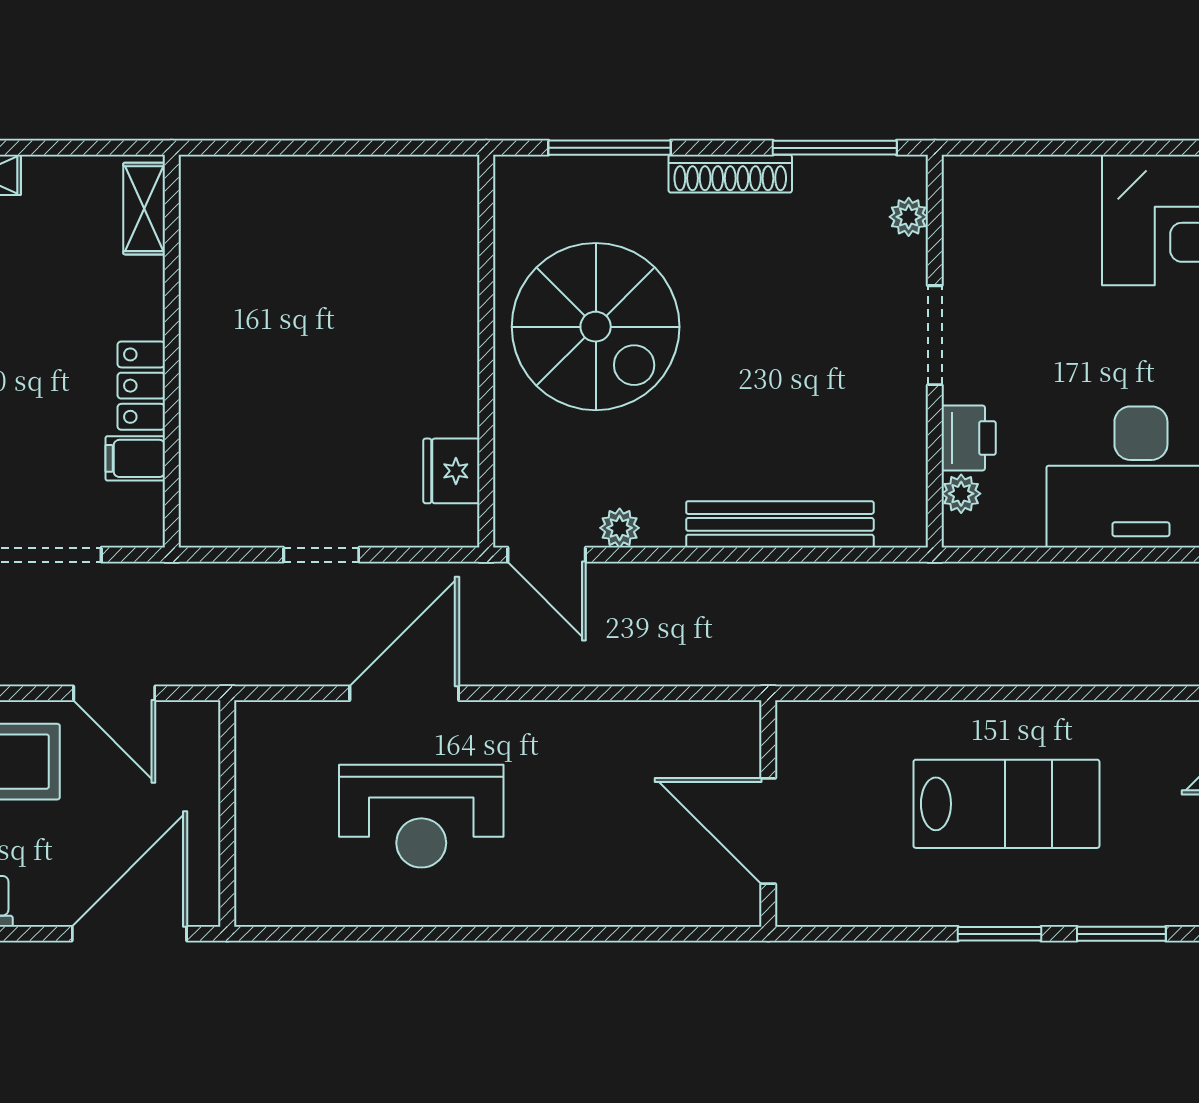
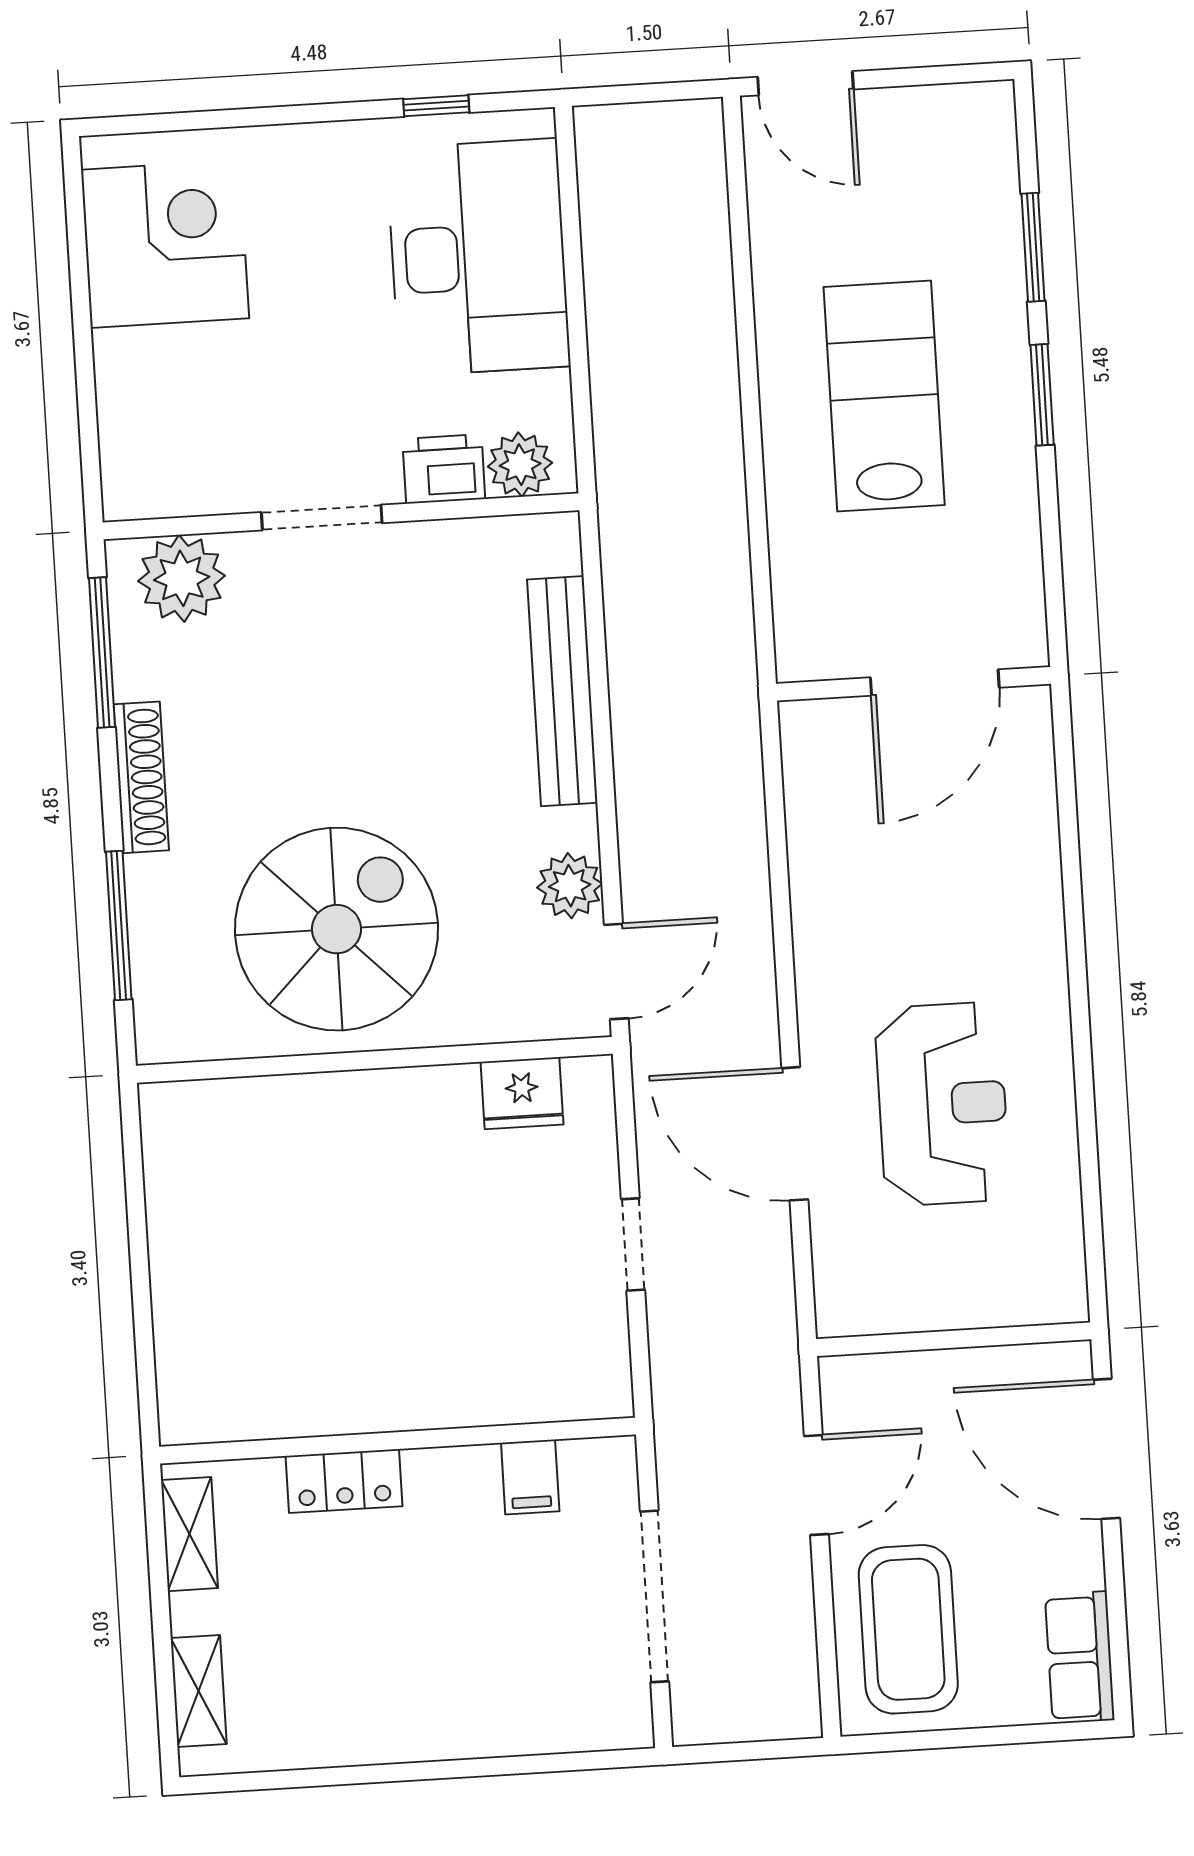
shelving: (144, 209) -> (190, 1534), moved, turned 90
plant: (909, 217) -> (182, 578), width x1.88, depth x1.88
locker: (141, 386) -> (344, 1481), moved
plant: (961, 494) -> (520, 465), width x1.38, depth x1.38
plant: (620, 528) -> (570, 886), width x1.38, depth x1.38

